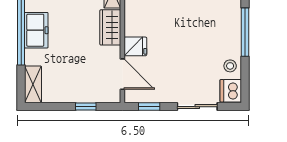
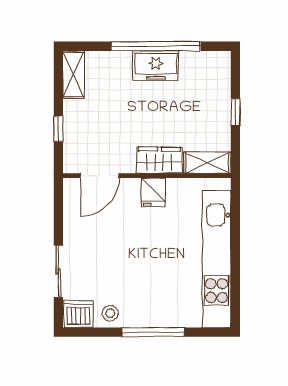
fridge: (135, 46) -> (153, 192), moved
shelving: (33, 84) -> (74, 74), moved, turned 90
window: (149, 107) -> (58, 210), removed

